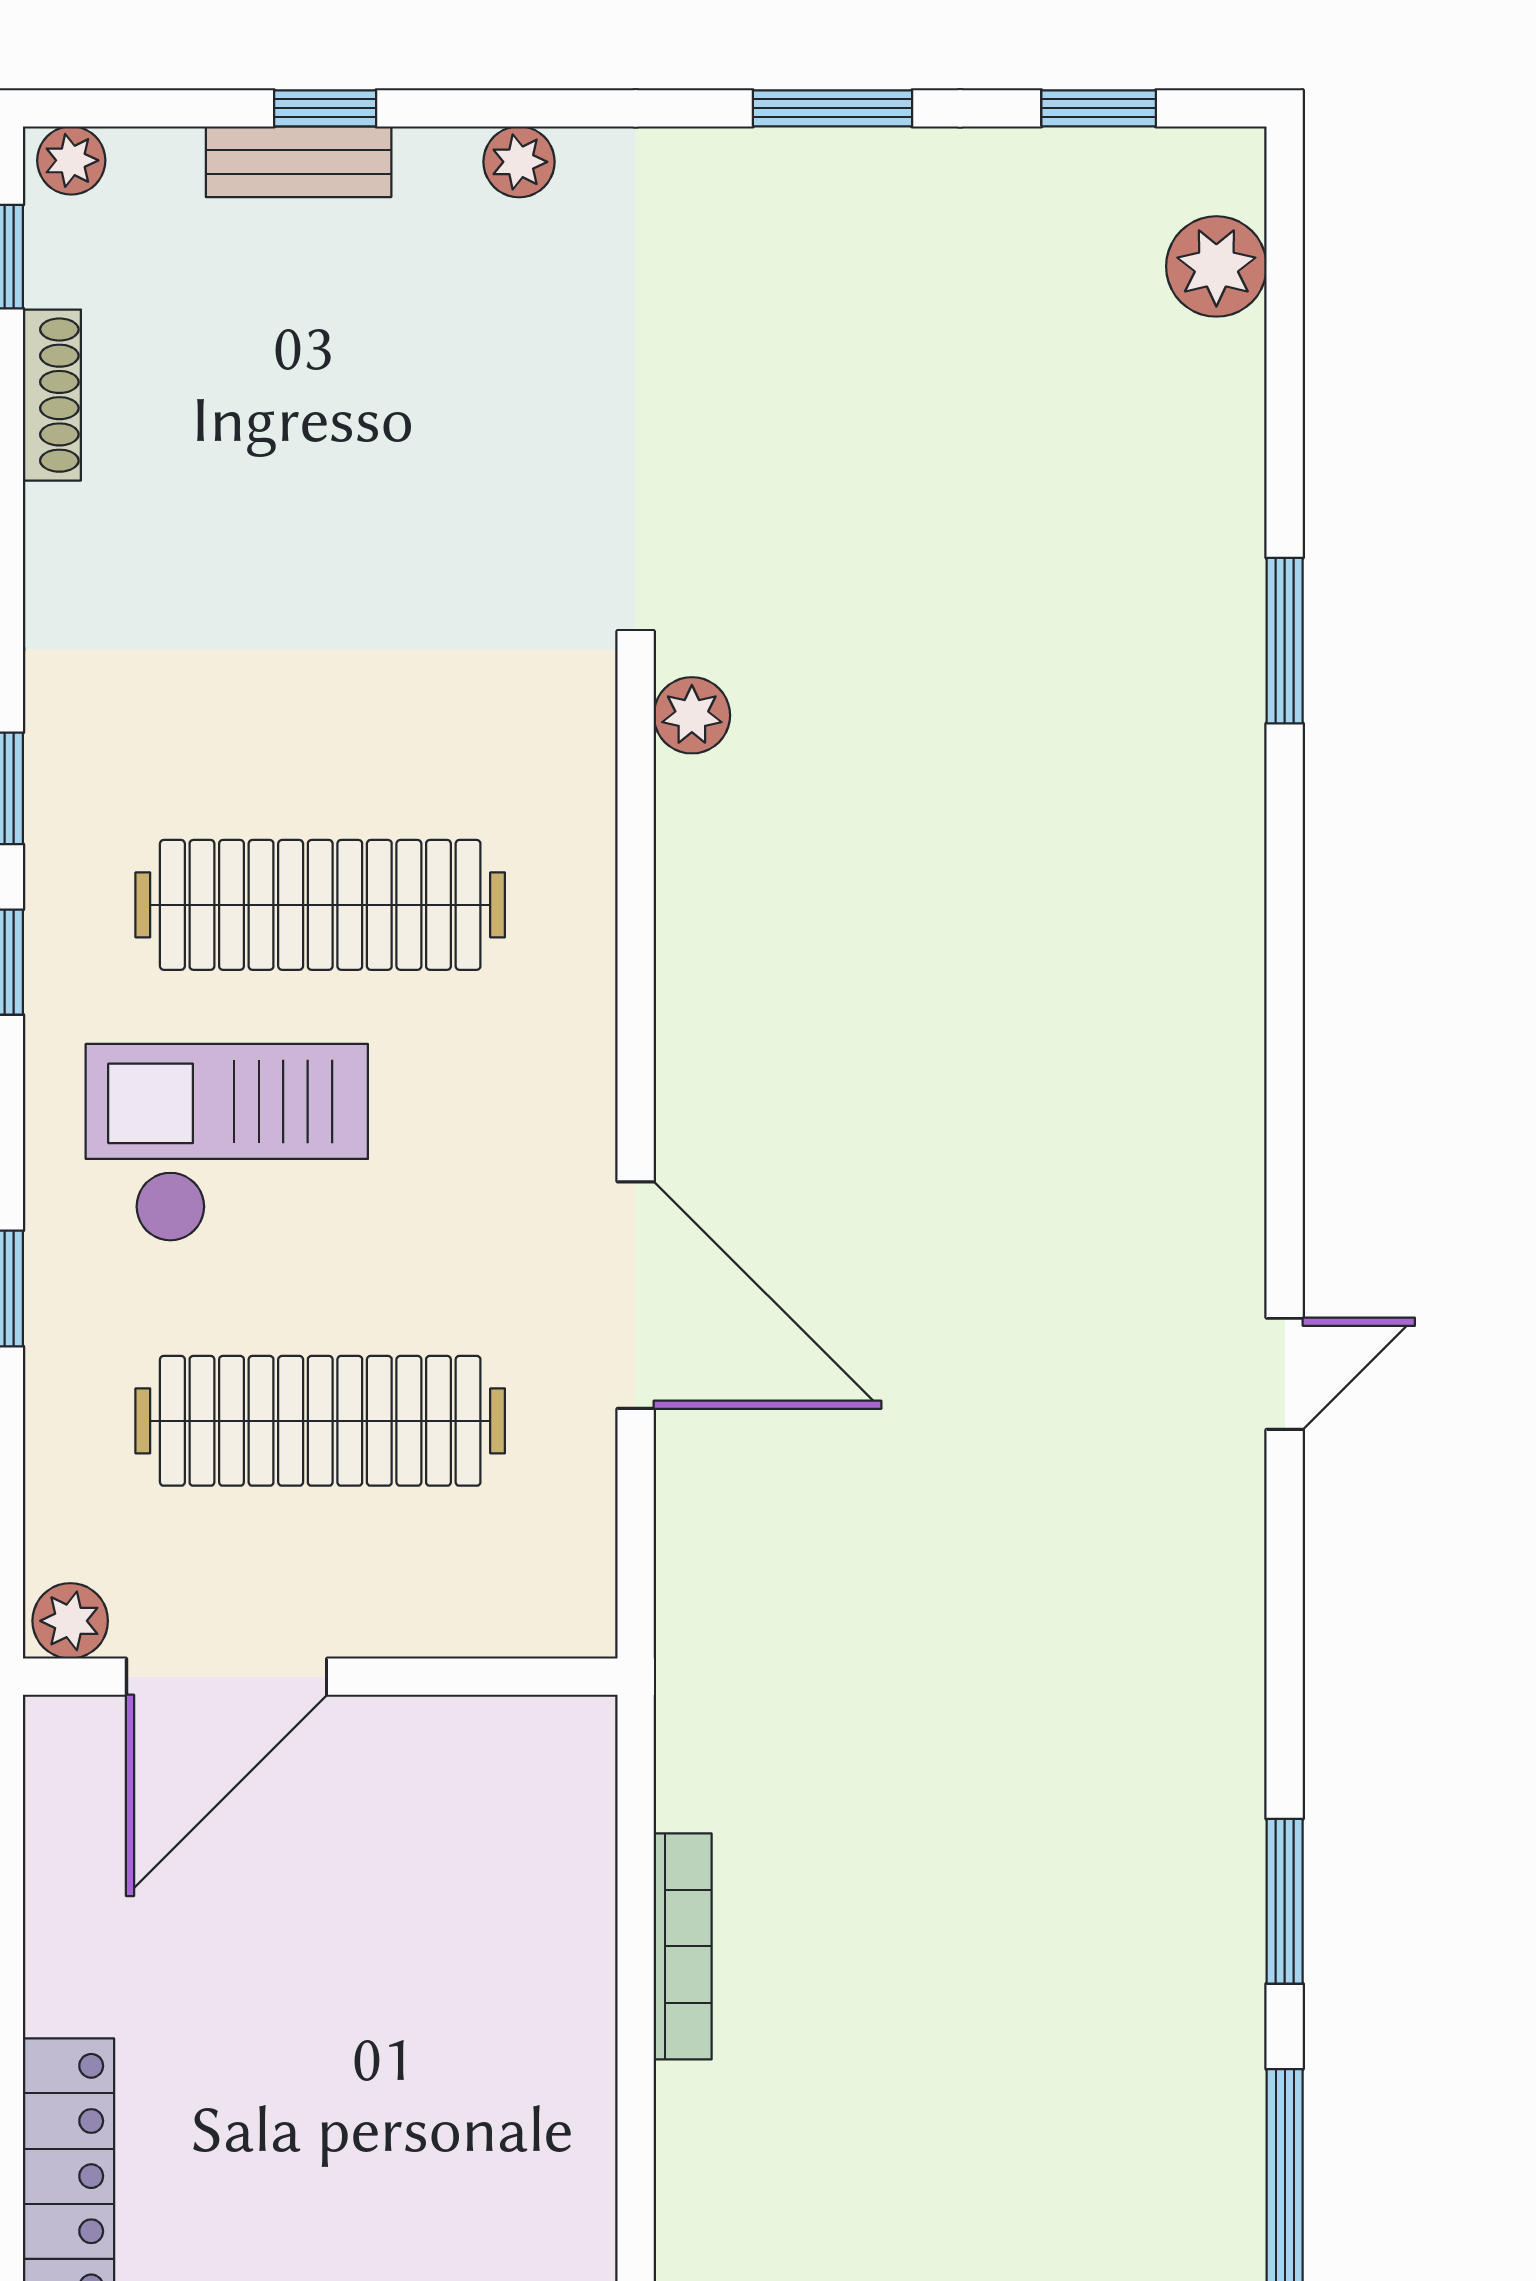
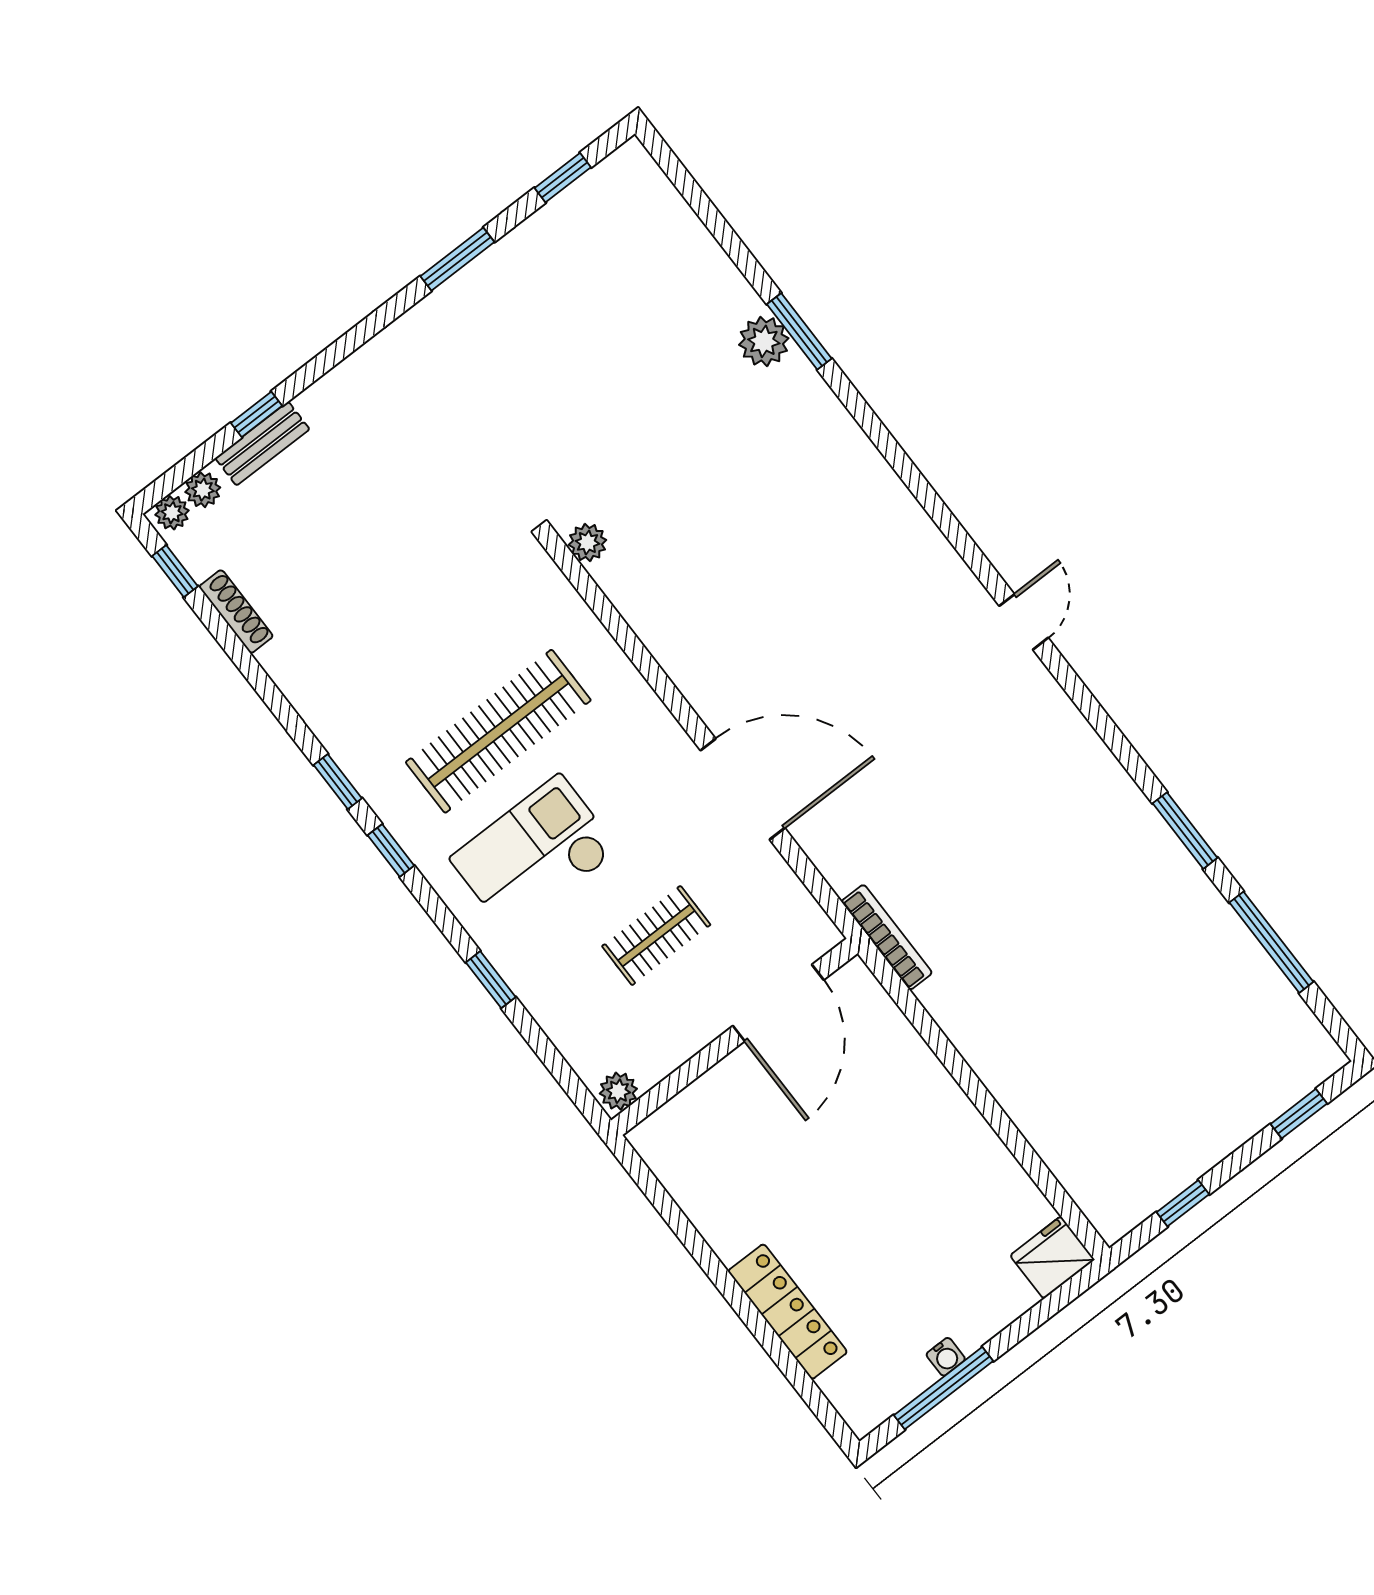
plant: (519, 162) -> (203, 490), moved
plant: (1216, 266) -> (764, 341), moved
clothes rail: (320, 1421) -> (656, 936), width x0.54, depth x0.76
door: (227, 1677) -> (778, 1003), moved
bookcase: (683, 1946) -> (887, 937), moved

